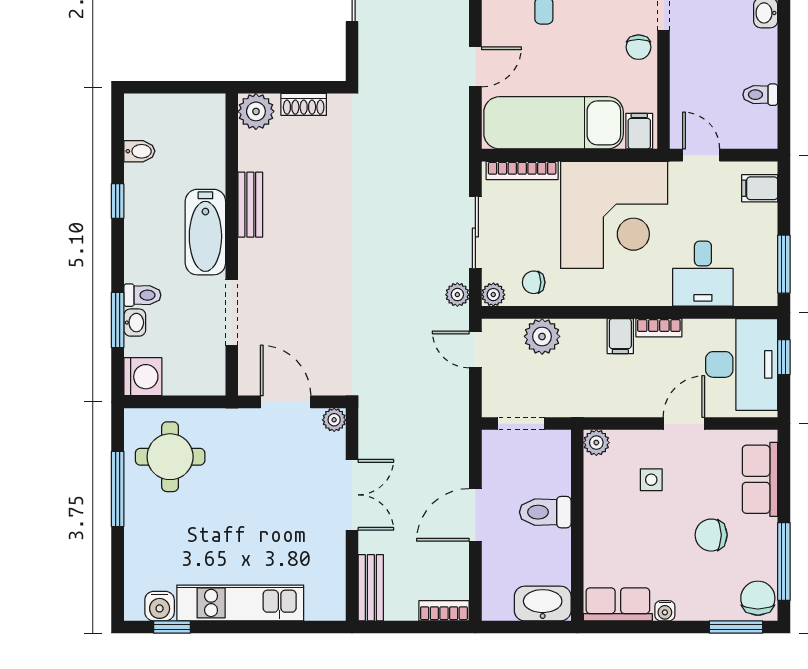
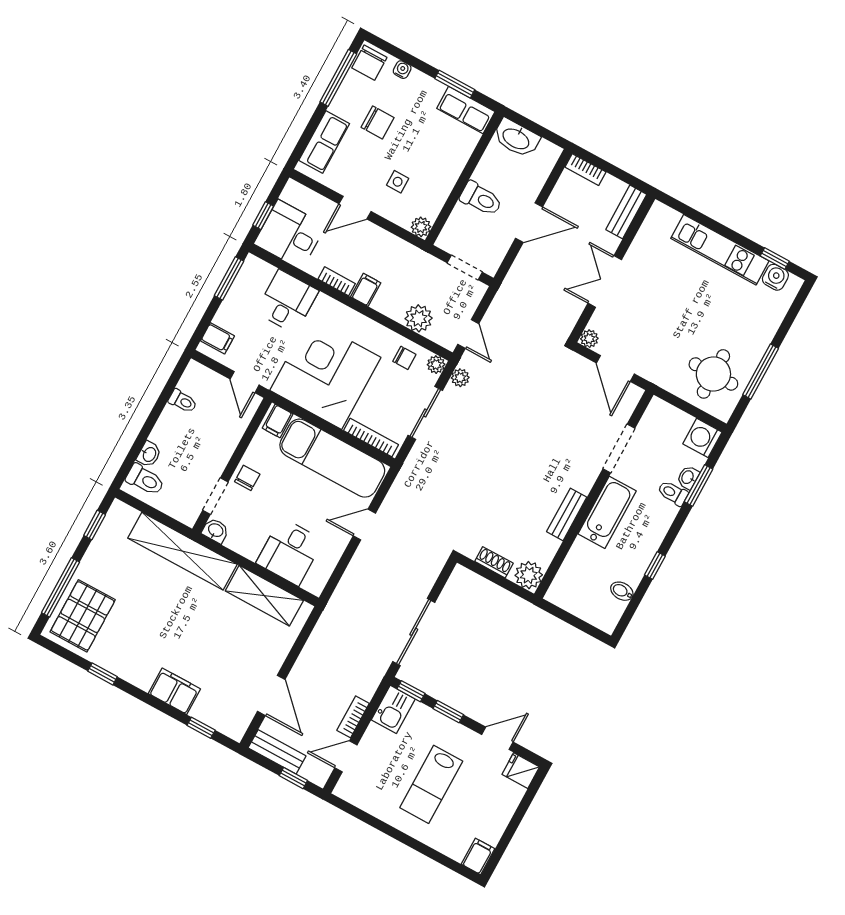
desk: (742, 364) -> (290, 235), width x0.73
water cooler: (665, 611) -> (402, 70), moved
window: (736, 627) -> (455, 84), moved

